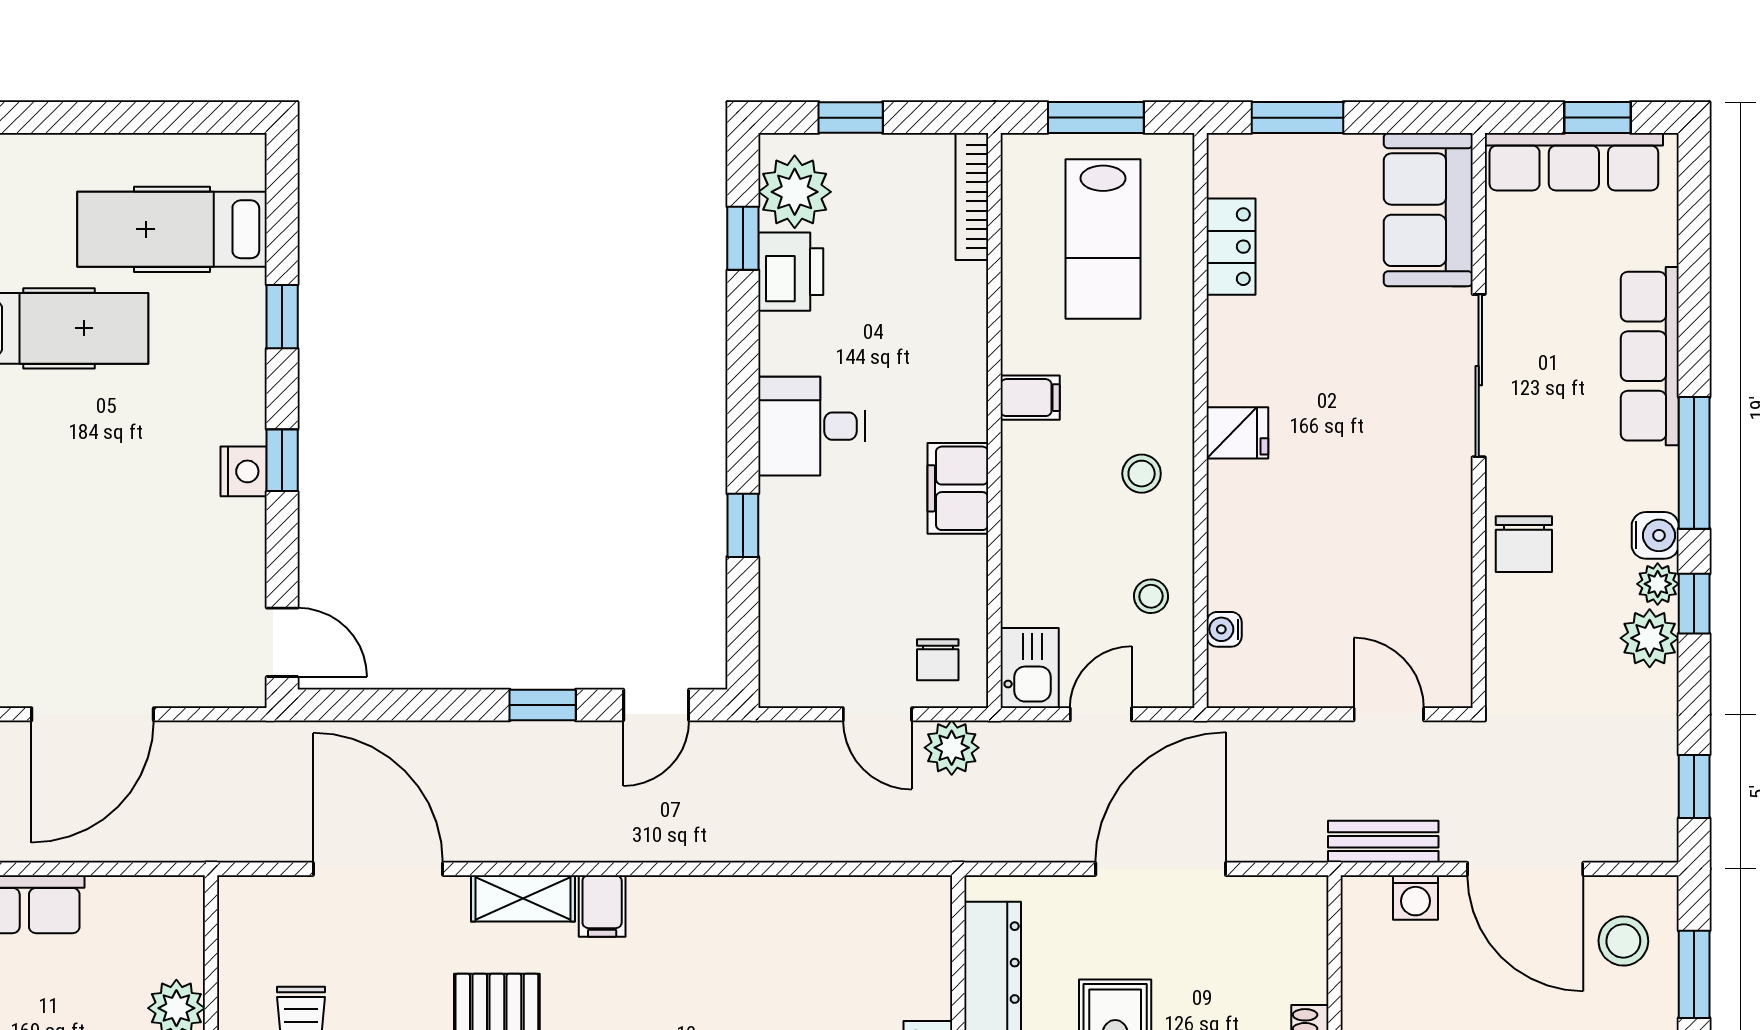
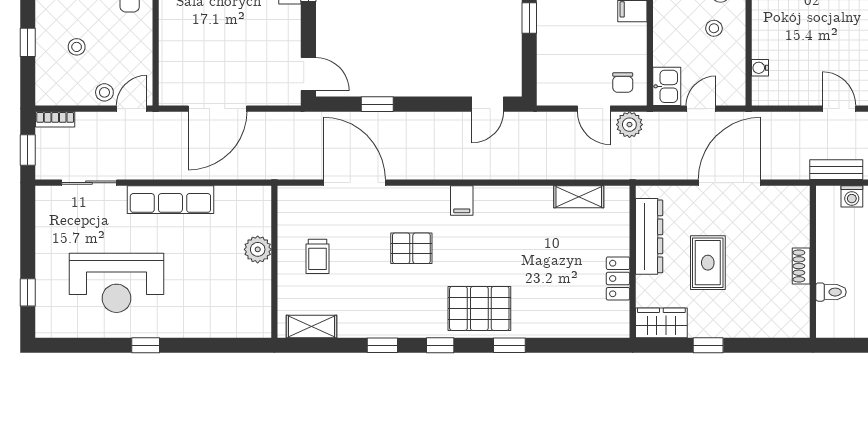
stool: (1151, 596) -> (714, 28), moved
window: (543, 705) -> (377, 104), moved
shelving: (523, 898) -> (579, 197), moved

